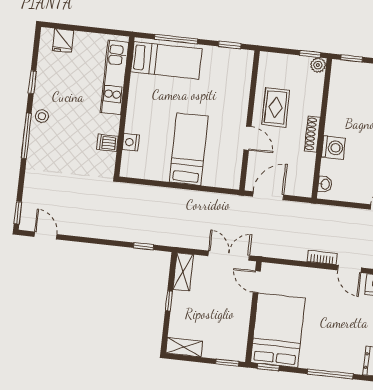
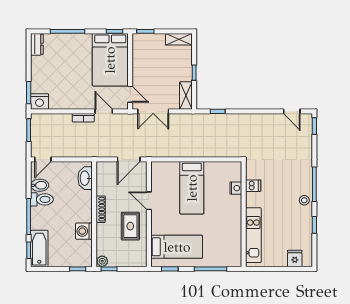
bed: (166, 60) -> (177, 247), moved, turned 180
washing machine: (333, 148) -> (84, 231), moved
washbasin: (325, 184) -> (85, 178), width x1.91, depth x1.45
door: (349, 269) -> (104, 111), moved

